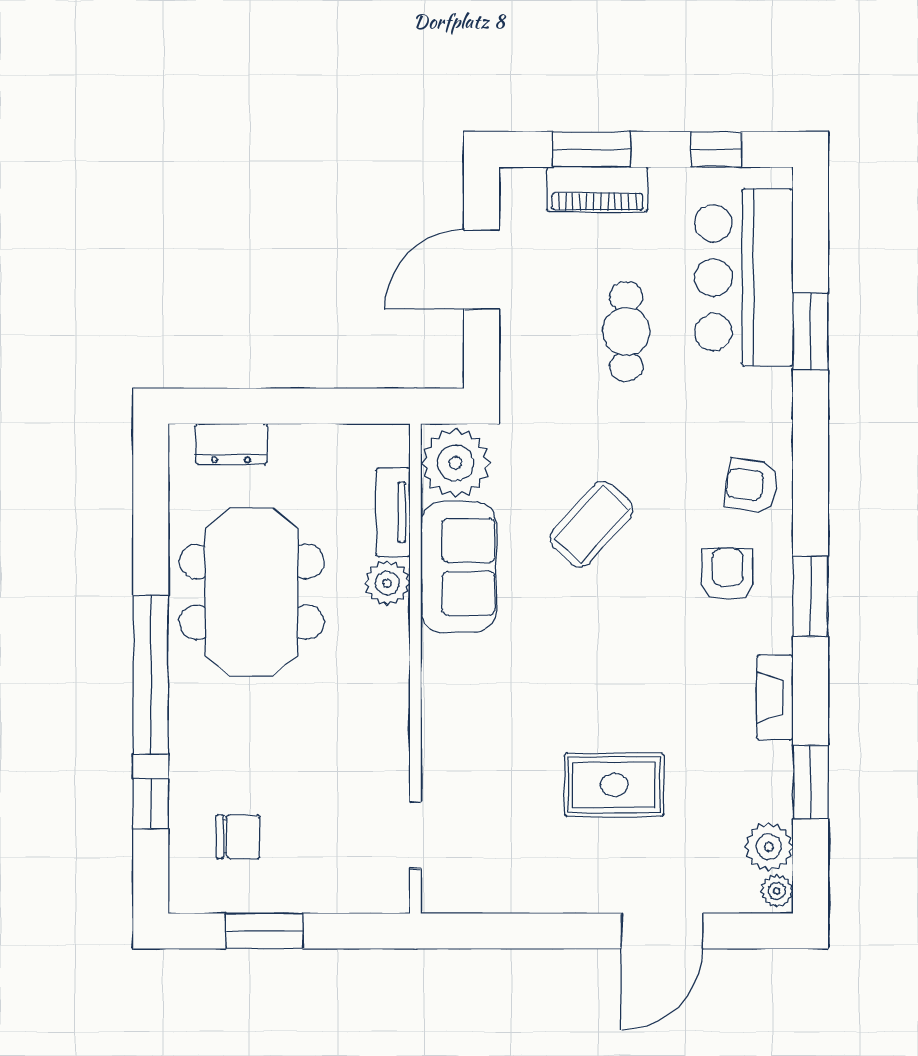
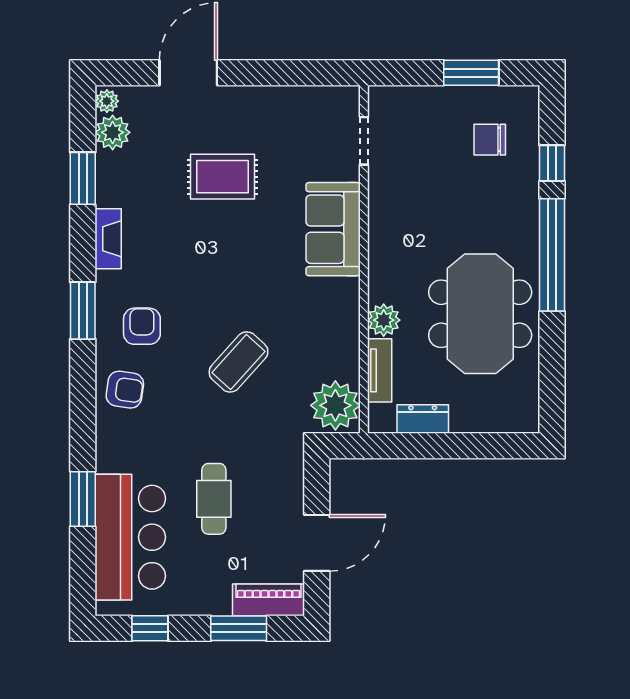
piano: (597, 189) -> (269, 600), moved
dresser: (231, 444) -> (423, 419), moved
sofa: (459, 567) -> (333, 229), moved
armchair: (727, 574) -> (142, 326), turned 180

